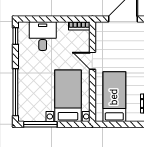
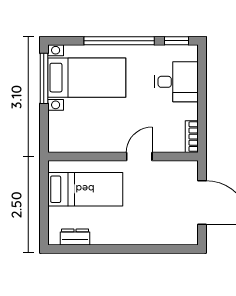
window: (15, 92) -> (119, 41), moved
bed with nightstands: (68, 96) -> (87, 78), moved

